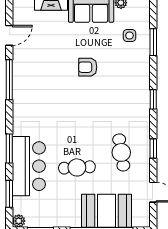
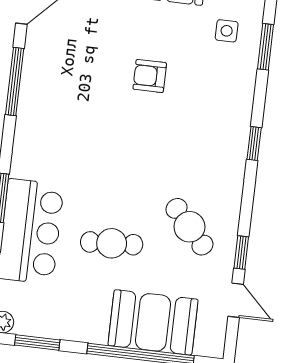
window: (153, 148) -> (241, 252), moved
cafe table: (121, 152) -> (189, 227), turned -33

